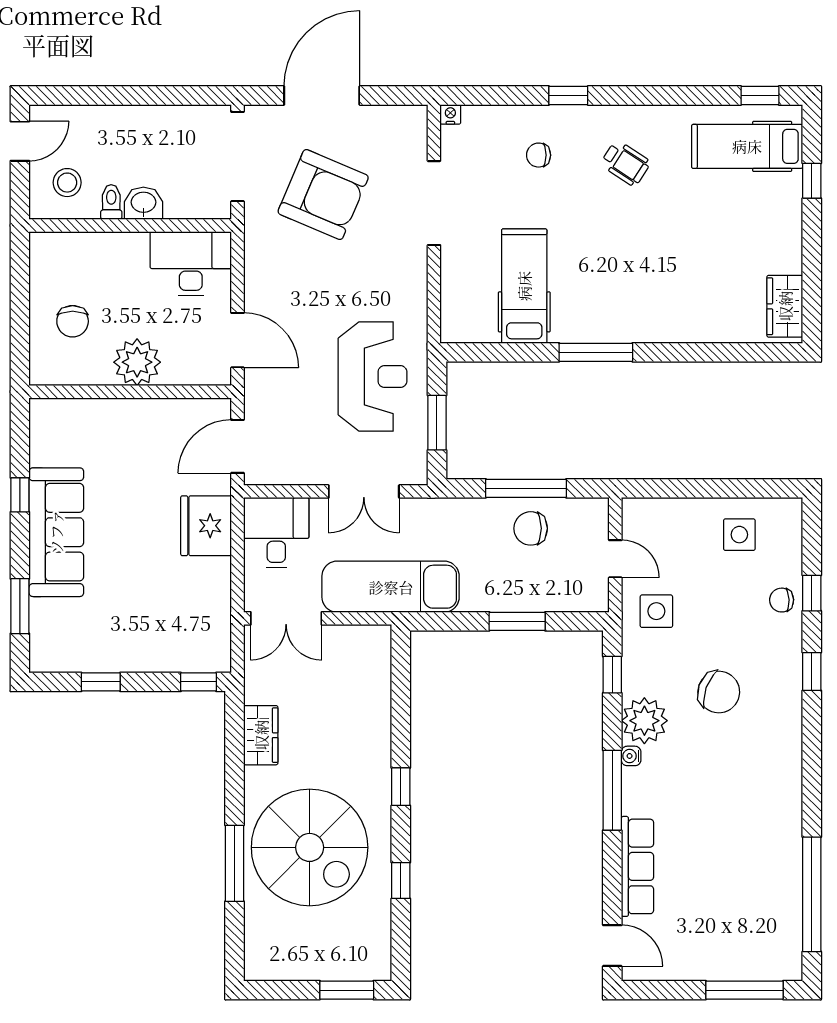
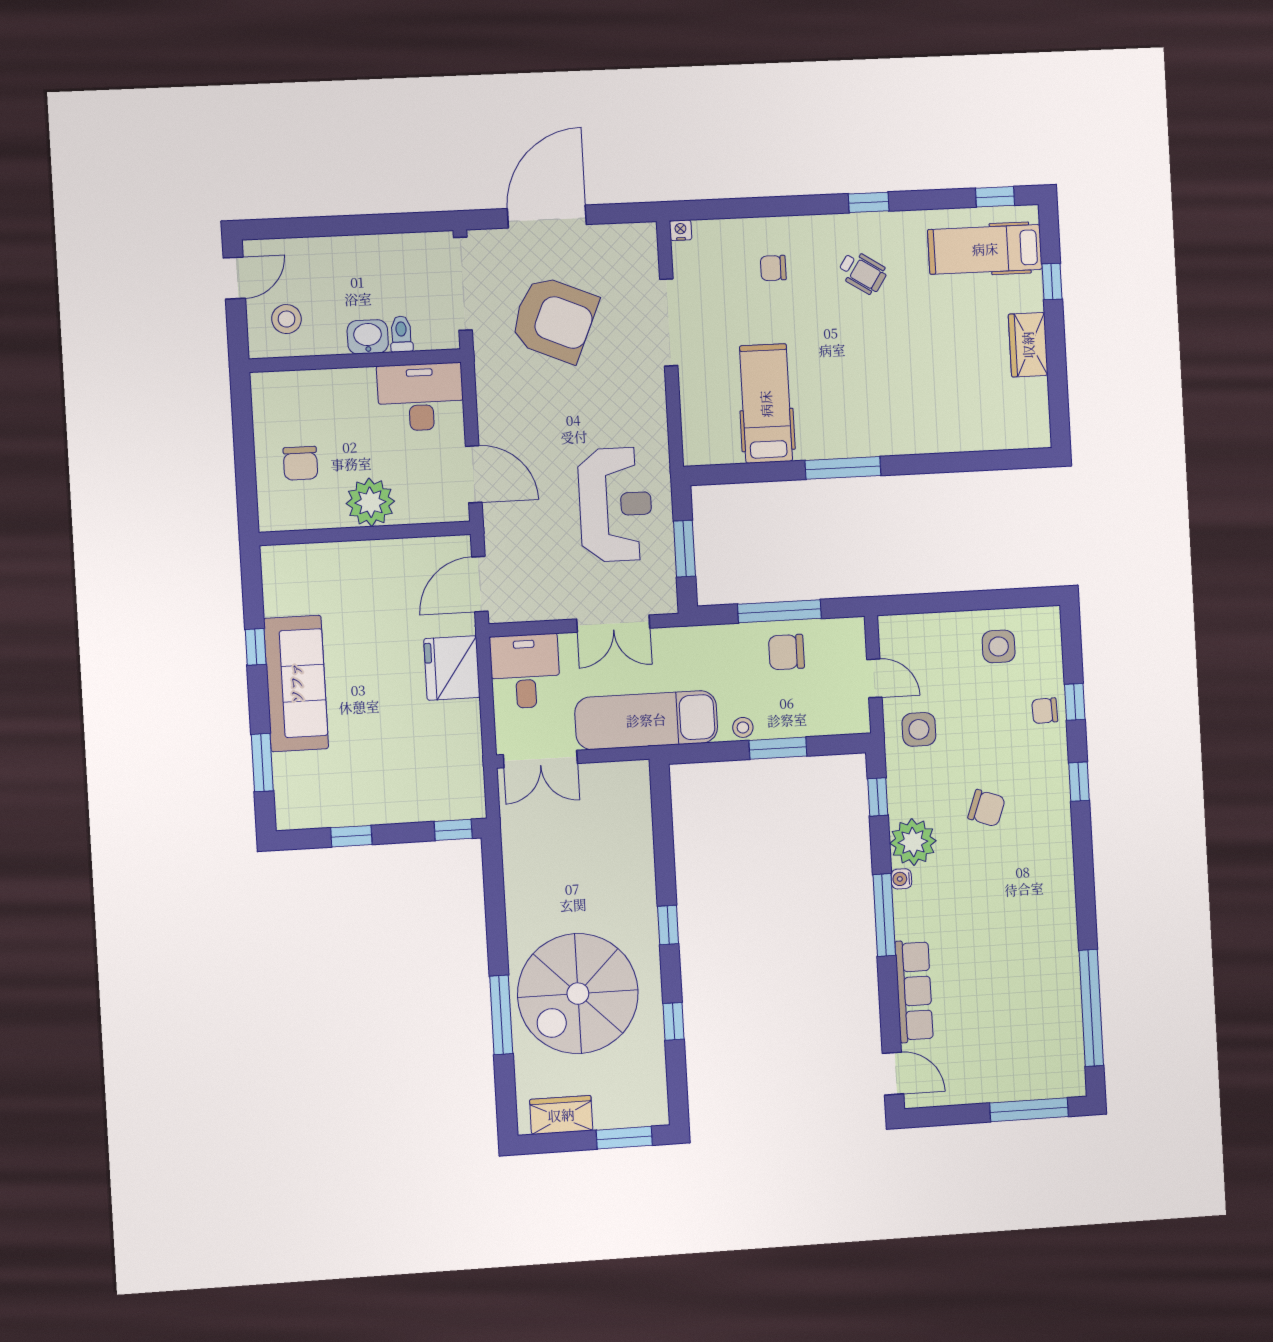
window: (568, 96) -> (869, 202), moved
toilet: (111, 202) -> (401, 334), moved
wardrobe: (785, 306) -> (1028, 345), moved
stool: (484, 599) -> (743, 727), added
chair: (719, 692) -> (987, 808), width x0.73, depth x0.73
wardrobe: (261, 735) -> (561, 1115), moved, turned -90
spiral stairs: (310, 847) -> (578, 994), turned 90

